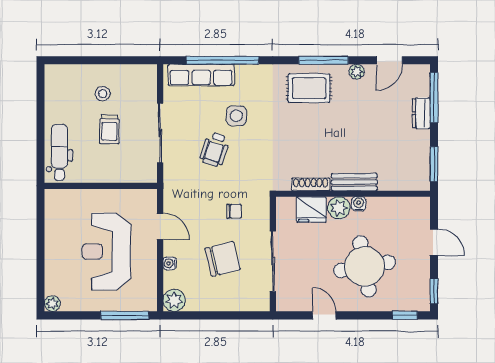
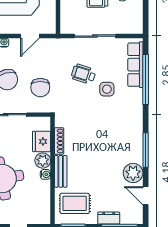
plant: (357, 72) -> (133, 173), width x1.87, depth x1.87
rug: (309, 88) -> (75, 203), moved, turned 90
chair: (234, 211) -> (40, 88), width x1.87, depth x1.87

